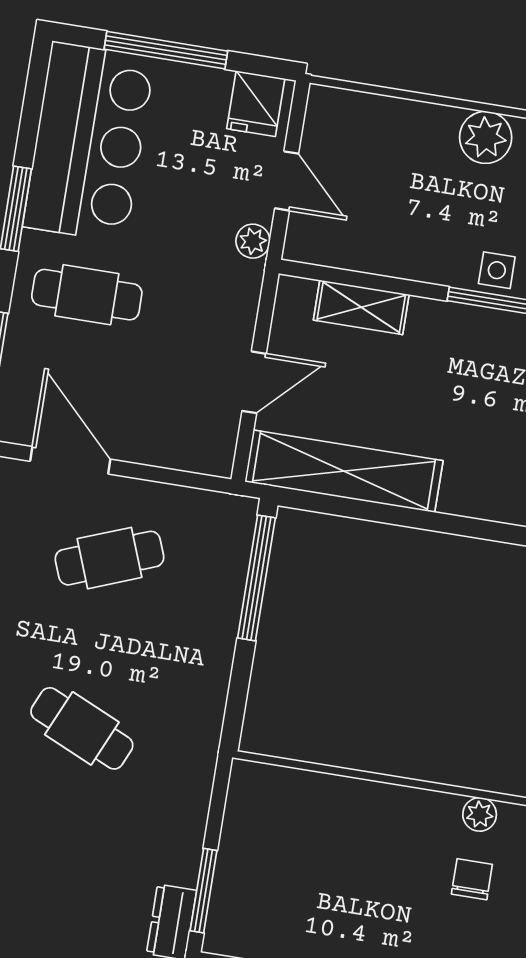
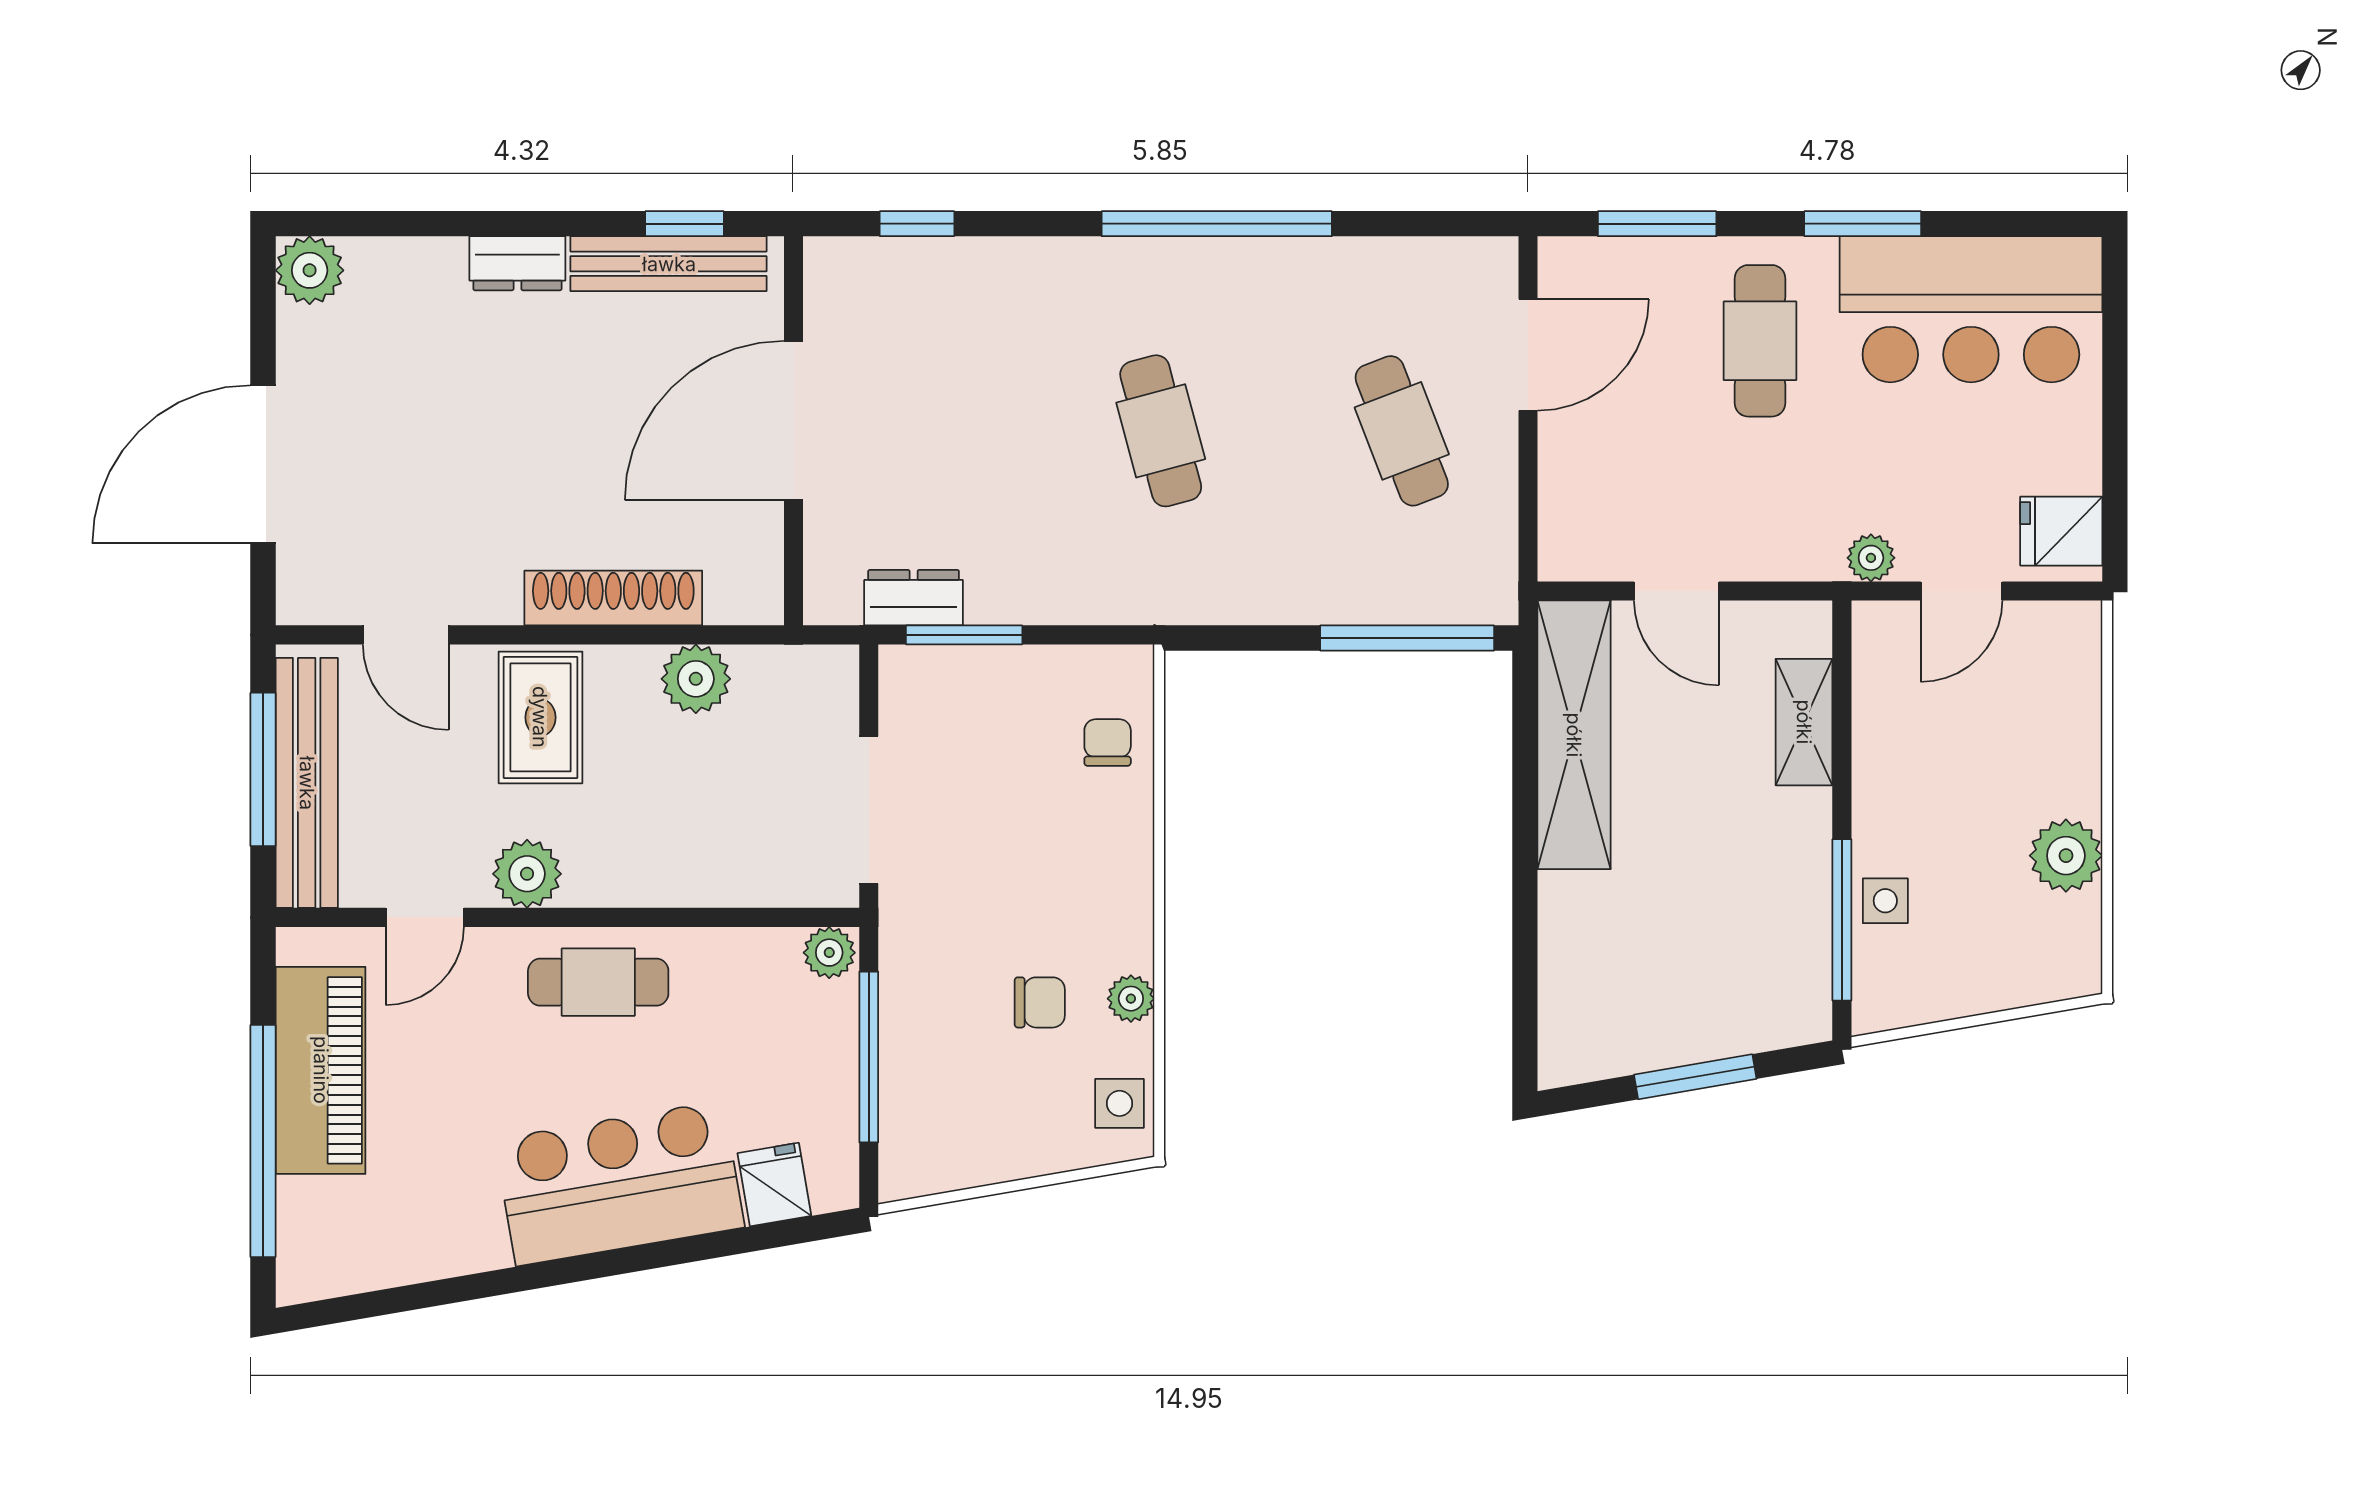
window: (166, 50) -> (2115, 395), removed
cafe table: (82, 728) -> (1161, 431), turned -39
chair: (296, 802) -> (1108, 742), added

